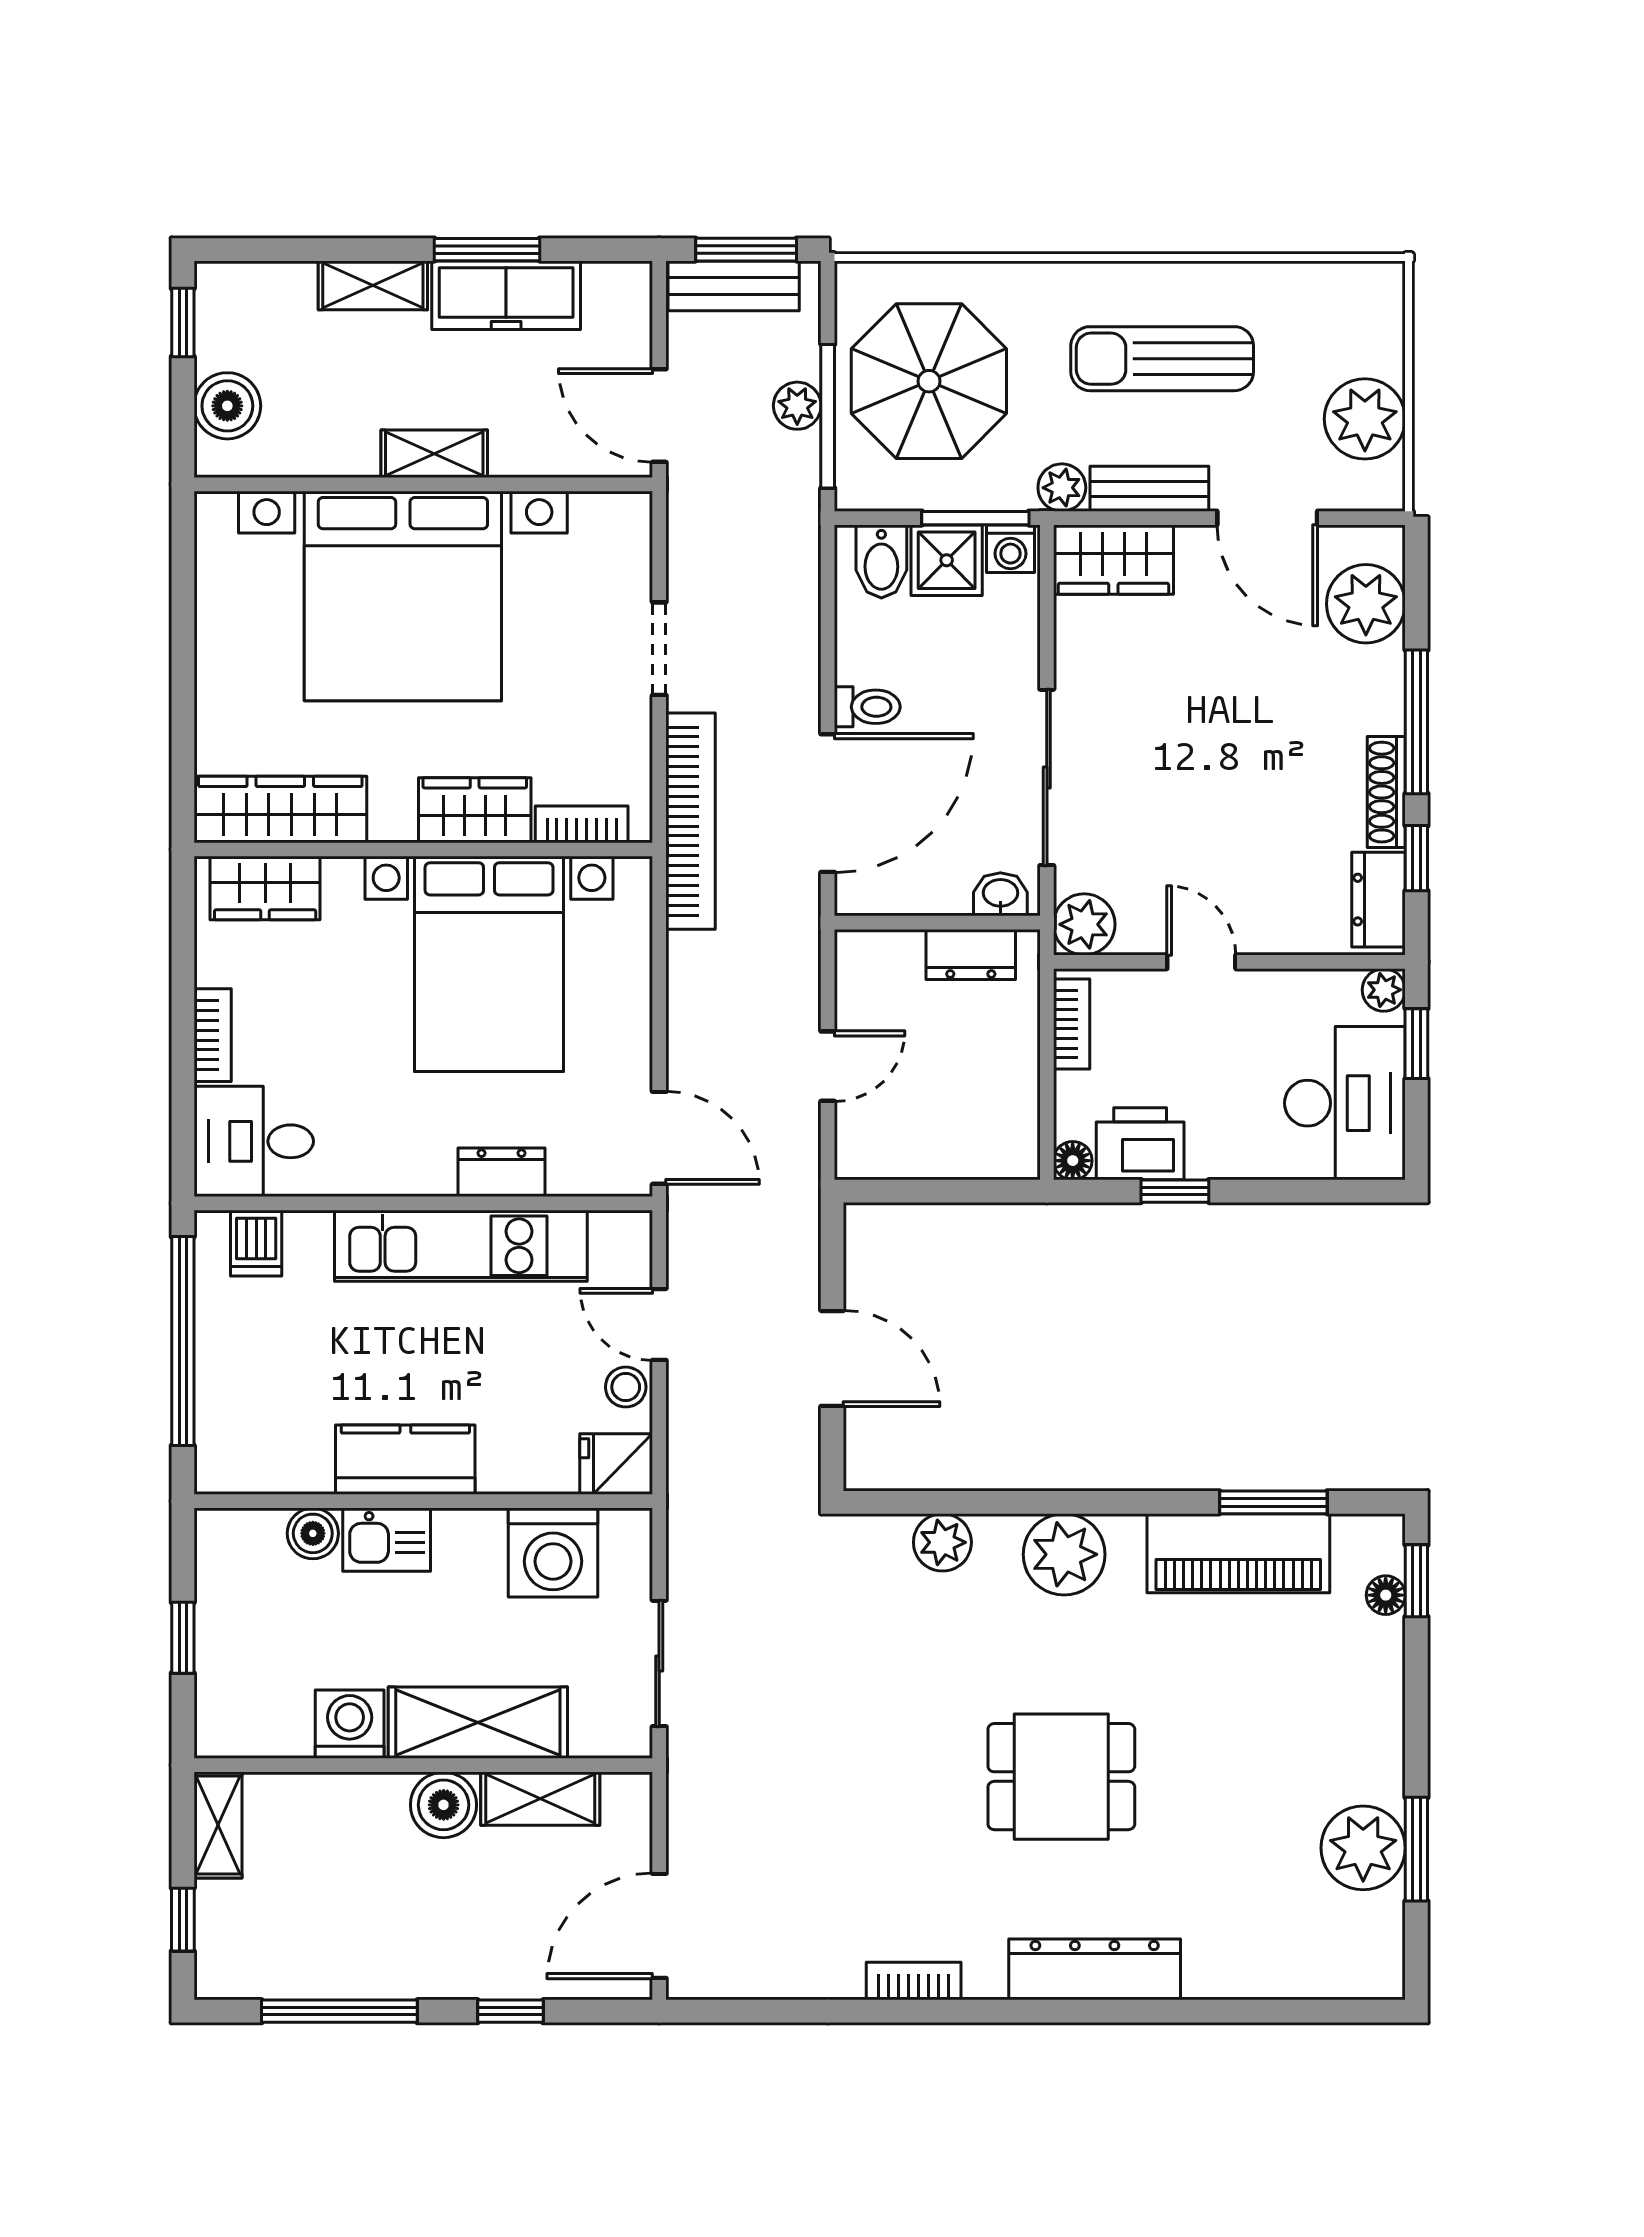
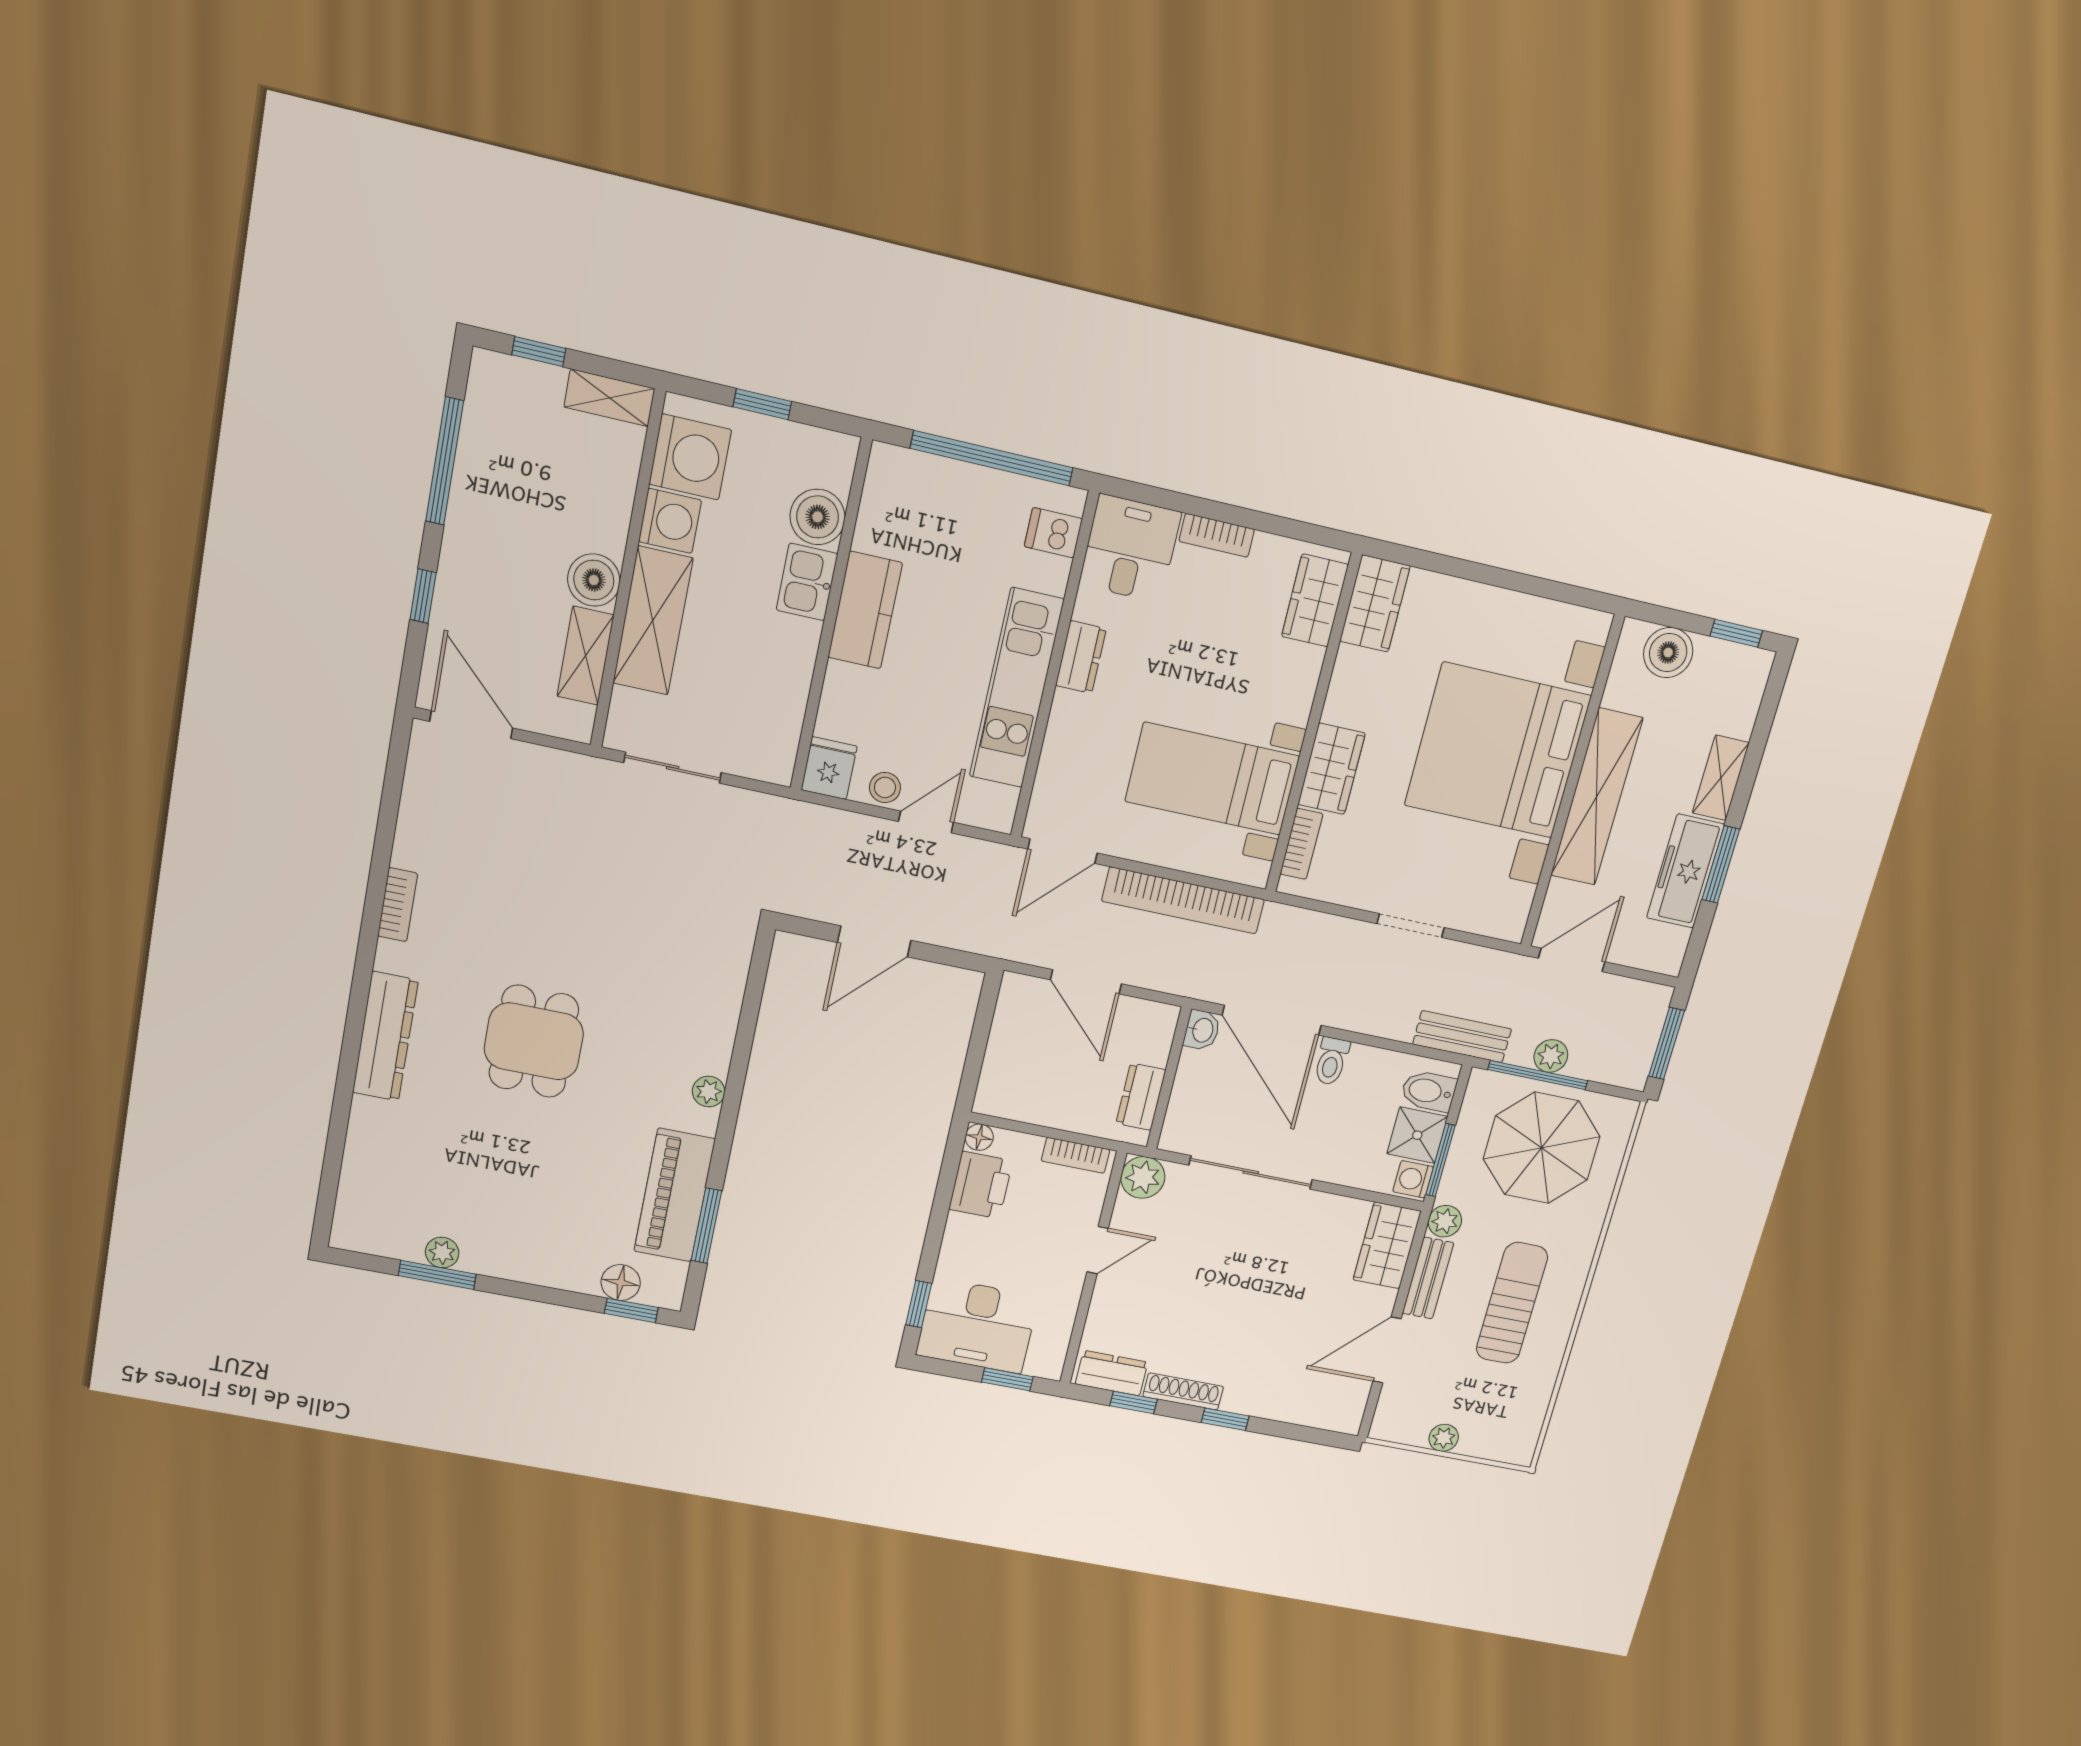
bench: (734, 286) -> (1462, 1037), moved, turned 90
plant: (1365, 419) -> (1444, 1438), width x0.53, depth x0.53
shelving: (434, 454) -> (1597, 797), width x2.20, depth x1.33
plant: (1366, 604) -> (1313, 1402), removed
window: (1416, 722) -> (1225, 1419), width x0.46
wardrobe: (280, 809) -> (1375, 604), width x0.67
bookcase: (690, 821) -> (1183, 900), moved
washbasin: (1000, 894) -> (1202, 1030), moved
bed with nightstands: (489, 964) -> (1212, 779), width x0.73
plant: (1384, 990) -> (1049, 1365), removed
door: (828, 1066) -> (1086, 982), width x1.37
dresser: (501, 1172) -> (1081, 657), moved
window: (1175, 1191) -> (919, 1304), moved
boiler: (313, 1533) -> (818, 517), width x1.36, depth x1.36
plant: (942, 1542) -> (723, 992), removed
washing machine: (553, 1552) -> (690, 457), moved, turned 180
plant: (1064, 1554) -> (709, 1092), width x0.53, depth x0.53
floor lamp: (1386, 1595) -> (621, 1283), width x1.37, depth x1.37
plant: (1363, 1848) -> (442, 1252), width x0.53, depth x0.53

